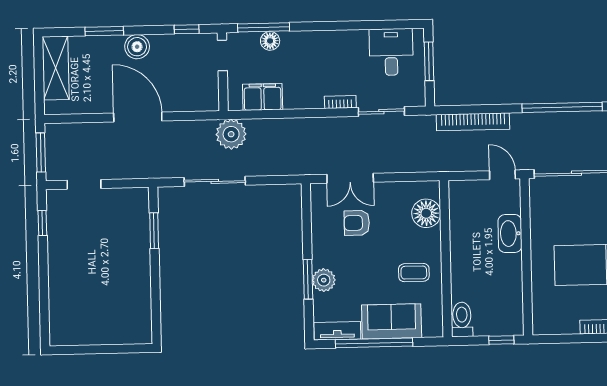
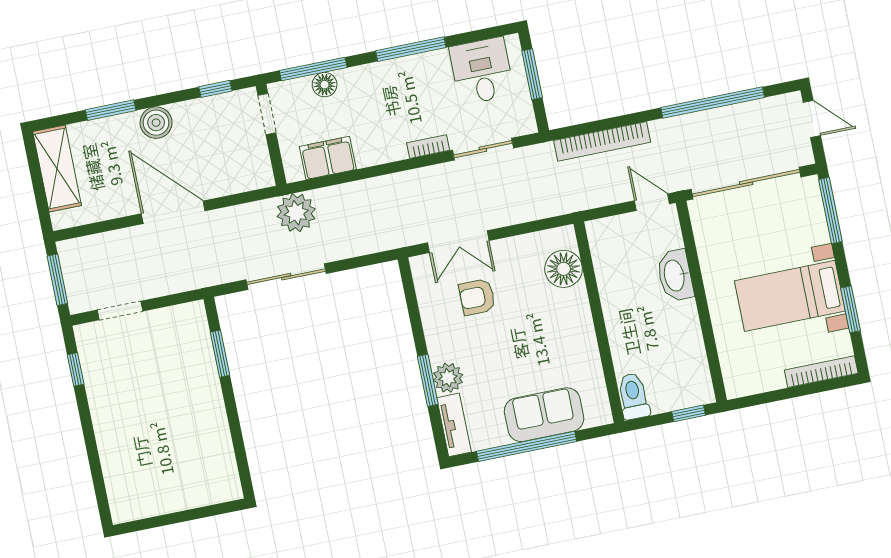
window: (340, 26) -> (411, 49), added
coffee table: (414, 273) -> (561, 347), removed
tv unit: (337, 331) -> (454, 425), moved, turned 90

